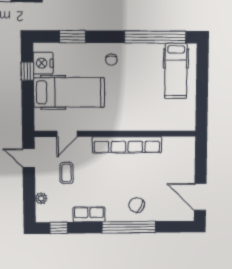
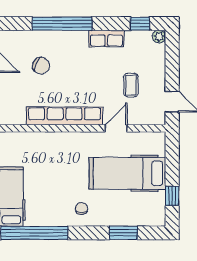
nightstand: (43, 63) -> (155, 205), removed
door: (67, 134) -> (116, 128), moved
plant: (41, 198) -> (159, 37), moved
chair: (137, 205) -> (41, 66), moved

